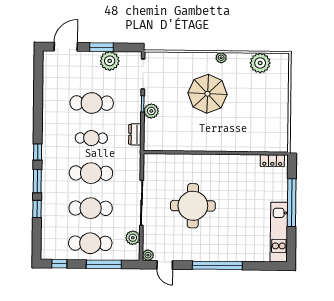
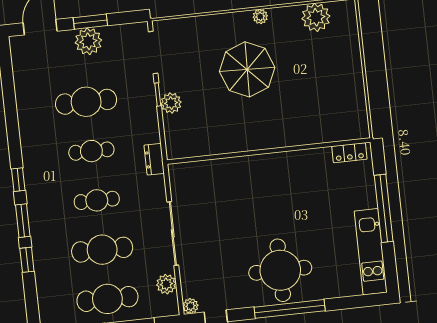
plant: (110, 61) -> (88, 41), moved
dresser: (135, 134) -> (154, 159), moved
cafe table: (91, 173) -> (97, 200), width x0.73, depth x0.74
round table: (193, 206) -> (280, 270), moved

